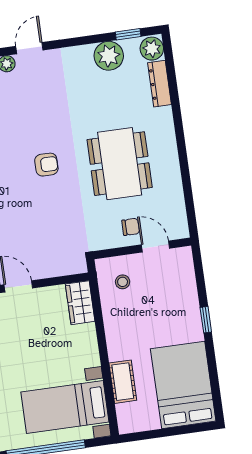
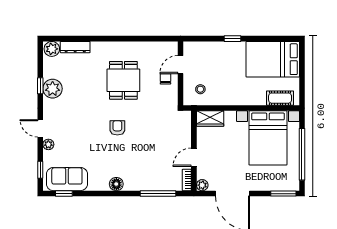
window: (128, 34) -> (40, 86), moved
plant: (109, 56) -> (53, 89), moved
dining table: (120, 164) -> (123, 80), width x0.73
cot: (123, 382) -> (280, 98), moved
bed with nightstands: (65, 407) -> (268, 138), width x1.36

